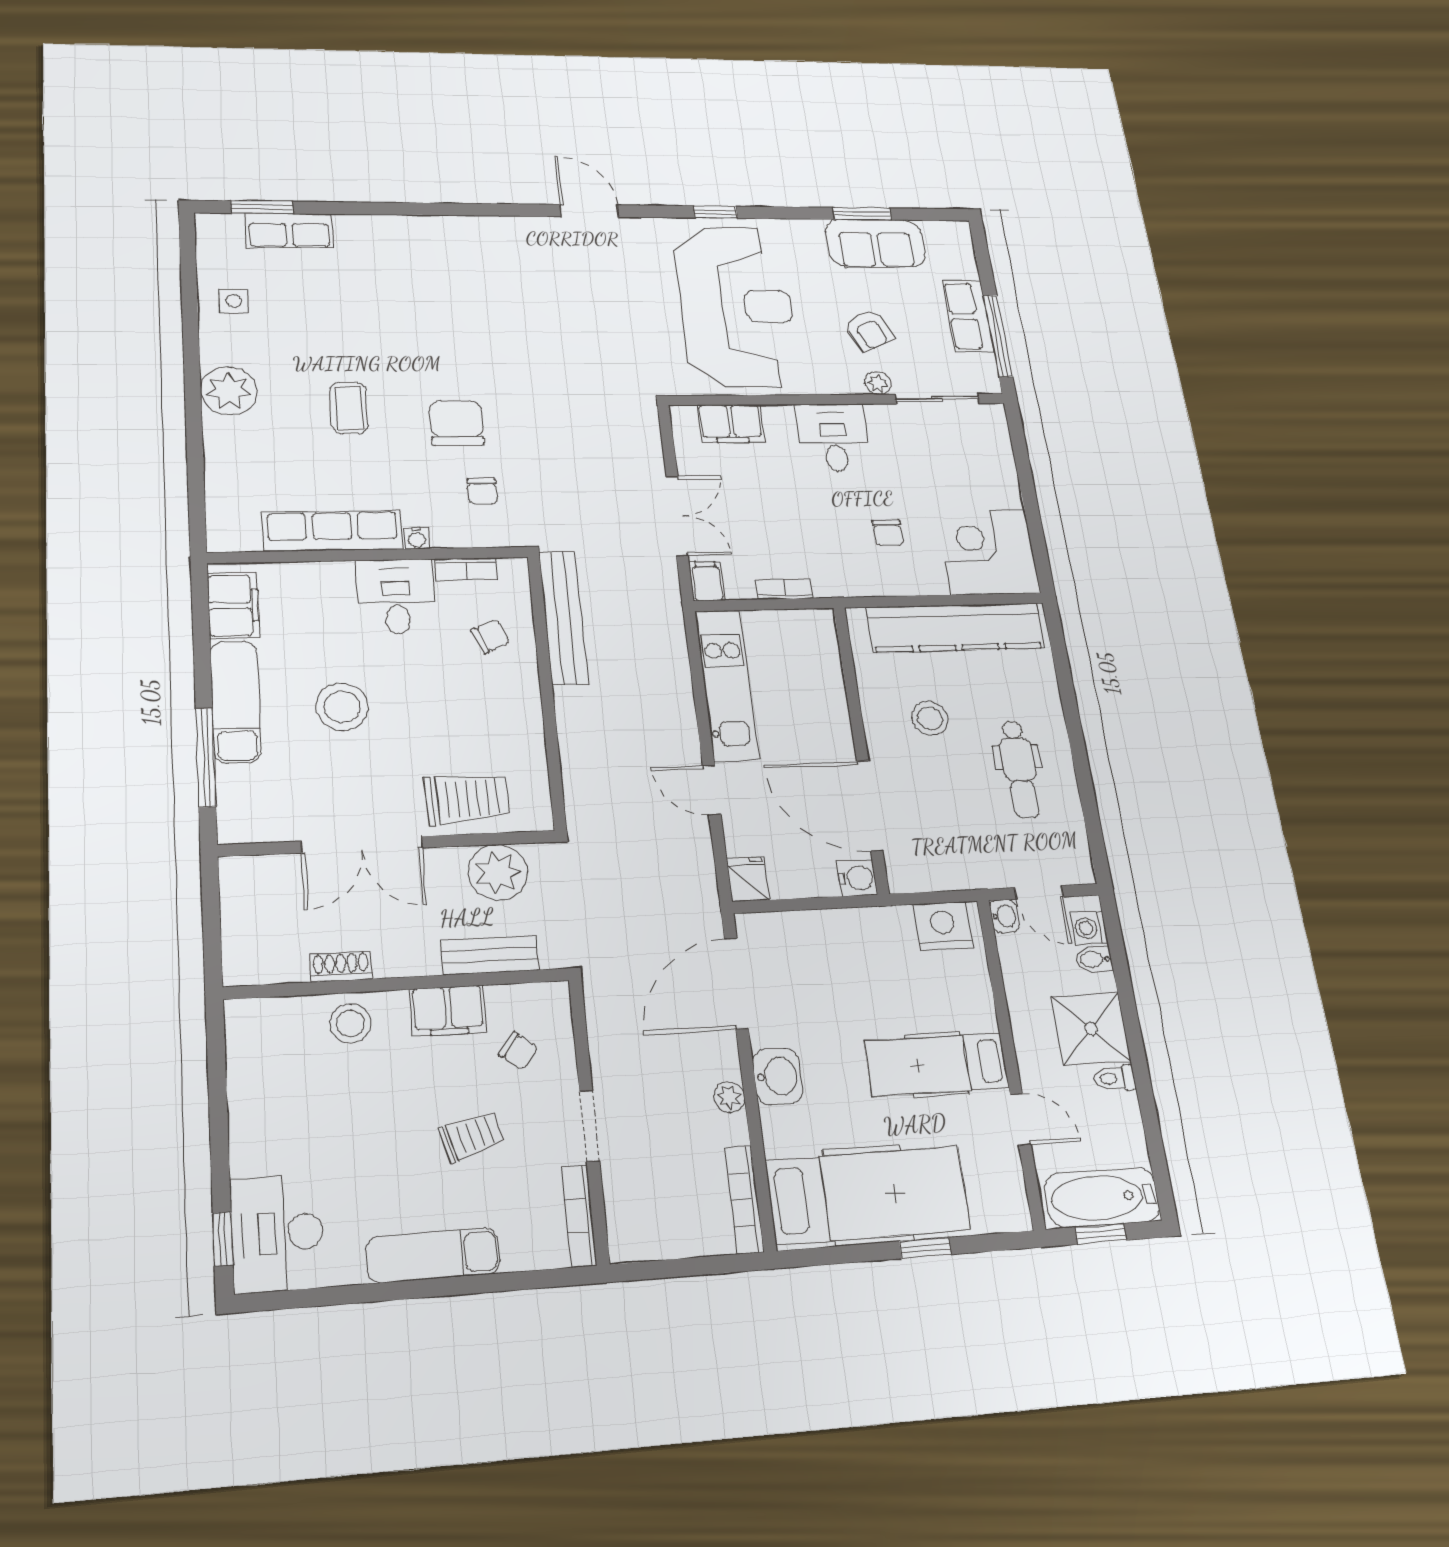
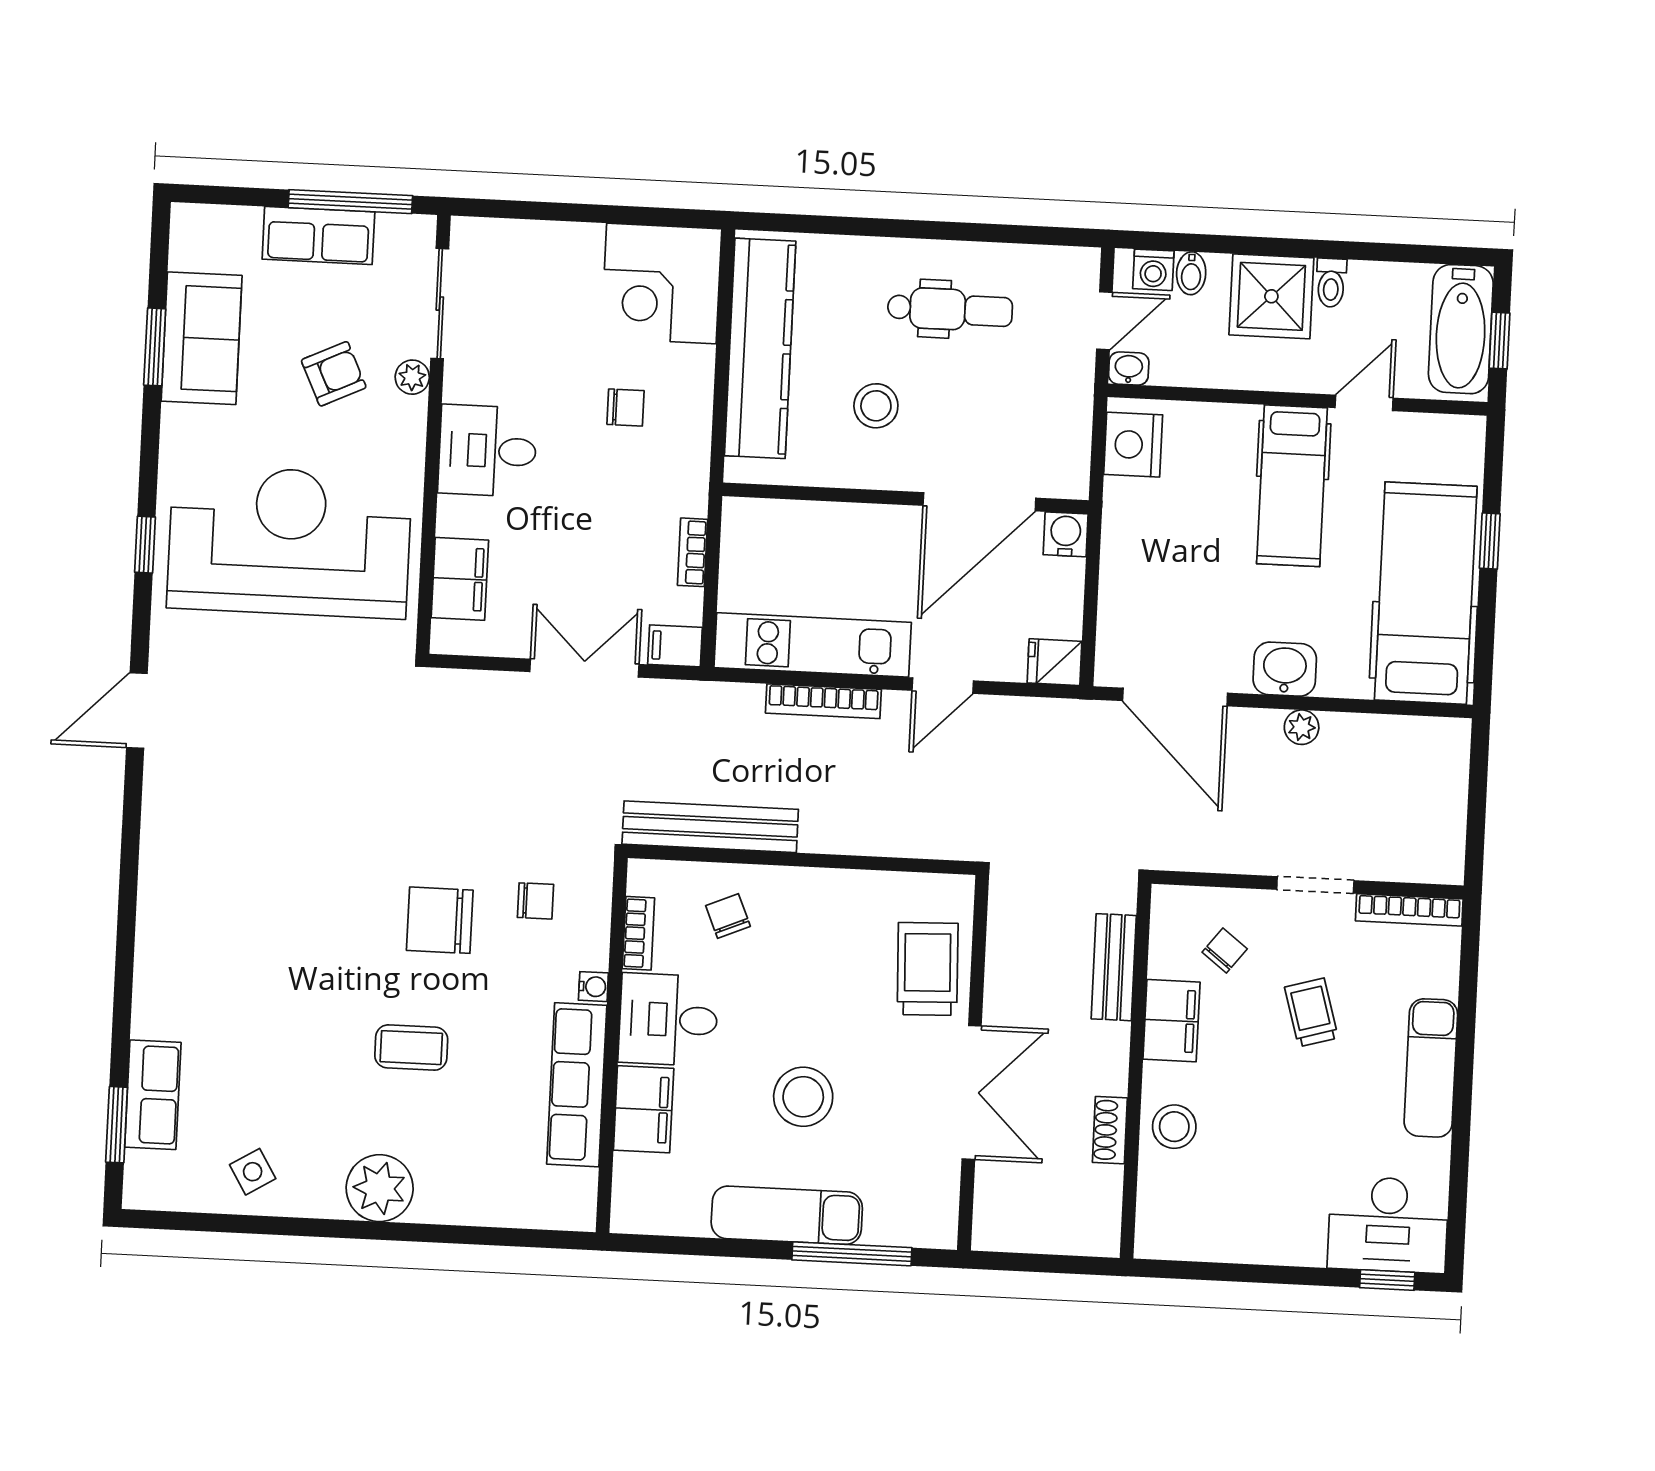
side table: (234, 301) -> (253, 1172), turned -31
filing cabinet: (233, 606) -> (644, 1109), moved, turned 90
plant: (498, 872) -> (1019, 946), removed
bookcase: (744, 1200) -> (823, 701), moved

